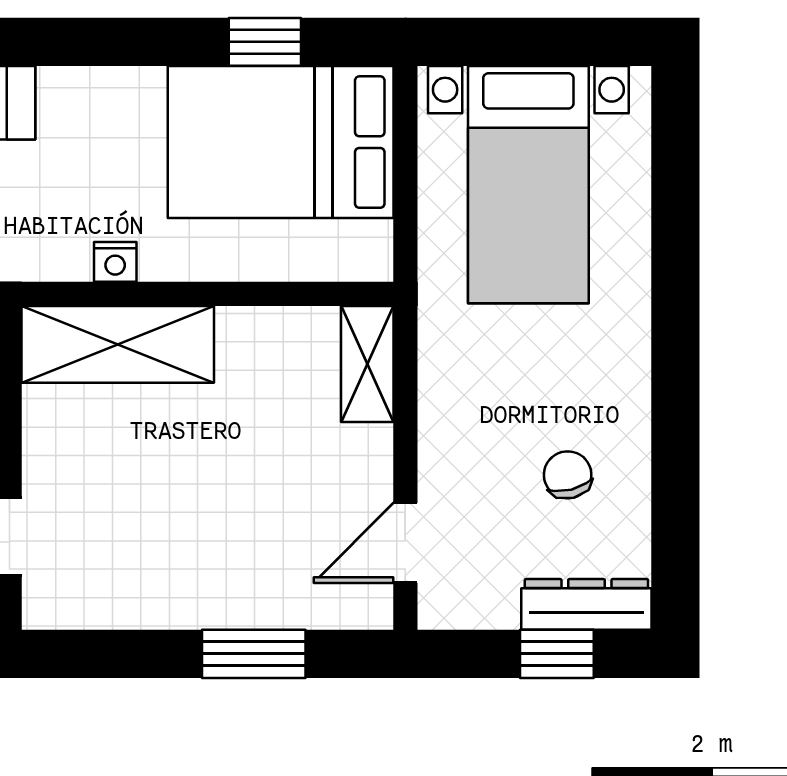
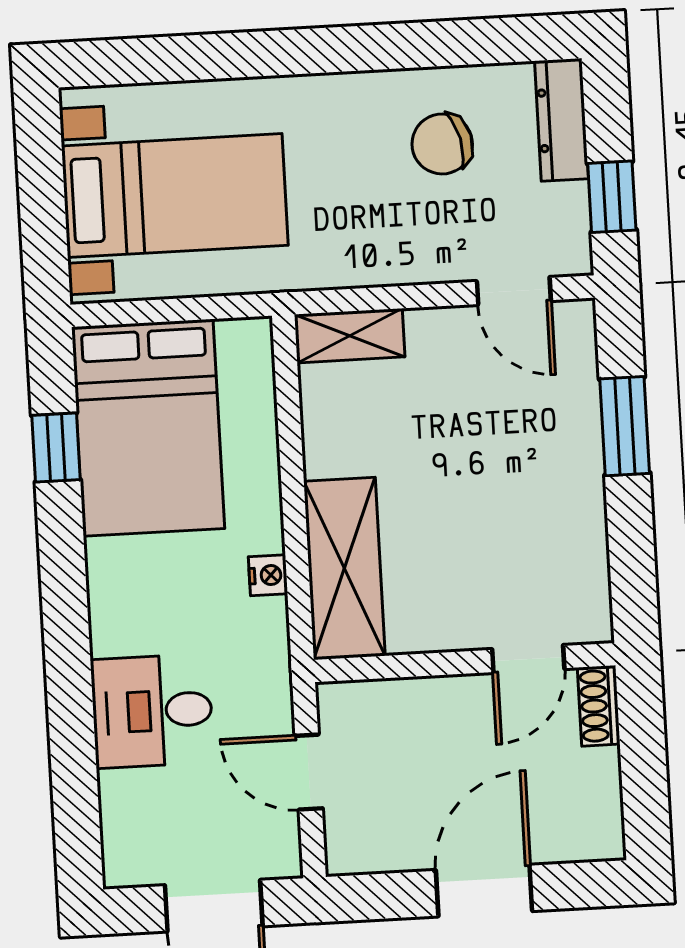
chair: (568, 475) -> (442, 144), width x1.37, depth x1.37
window: (557, 654) -> (612, 197), moved

